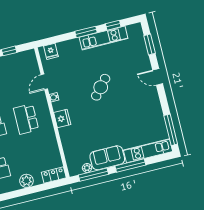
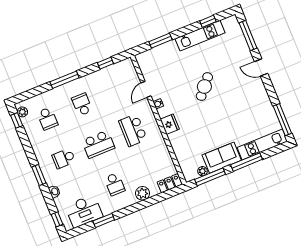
window: (86, 32) -> (160, 41), moved
window: (150, 44) -> (248, 35), width x1.44
fridge: (51, 51) -> (148, 57), removed

